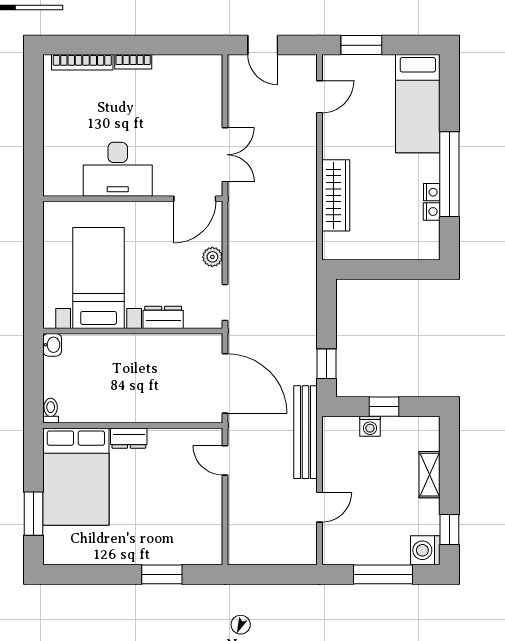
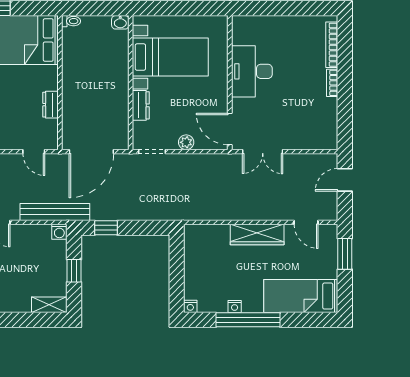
wardrobe: (336, 195) -> (257, 235), moved
nightstand: (432, 212) -> (190, 306), moved
washing machine: (370, 426) -> (59, 232), moved, turned -90
dresser: (129, 438) -> (50, 105), moved
door: (225, 460) -> (34, 152), swing flipped
shelving: (430, 475) -> (49, 305), moved

